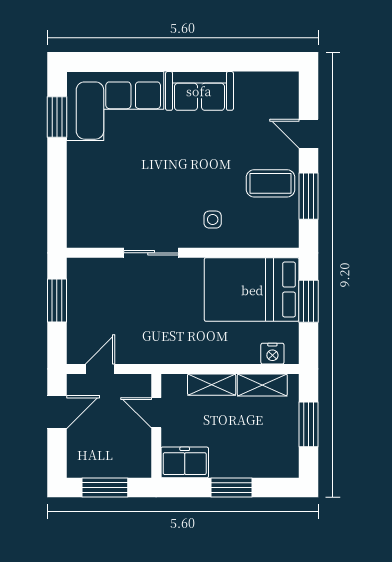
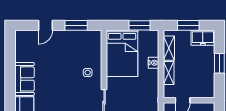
coffee table: (271, 183) -> (70, 44), removed
window: (309, 301) -> (140, 25), moved
nightstand: (272, 354) -> (154, 63), moved
freezer: (185, 462) -> (203, 38), moved, turned -90

